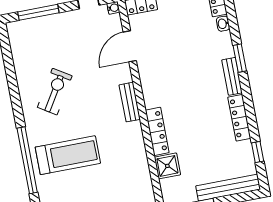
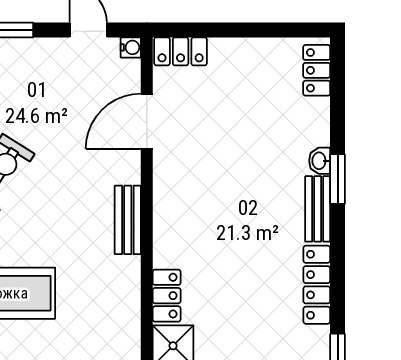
washbasin: (223, 24) -> (320, 161), moved
locker: (157, 131) -> (167, 296), width x0.66

